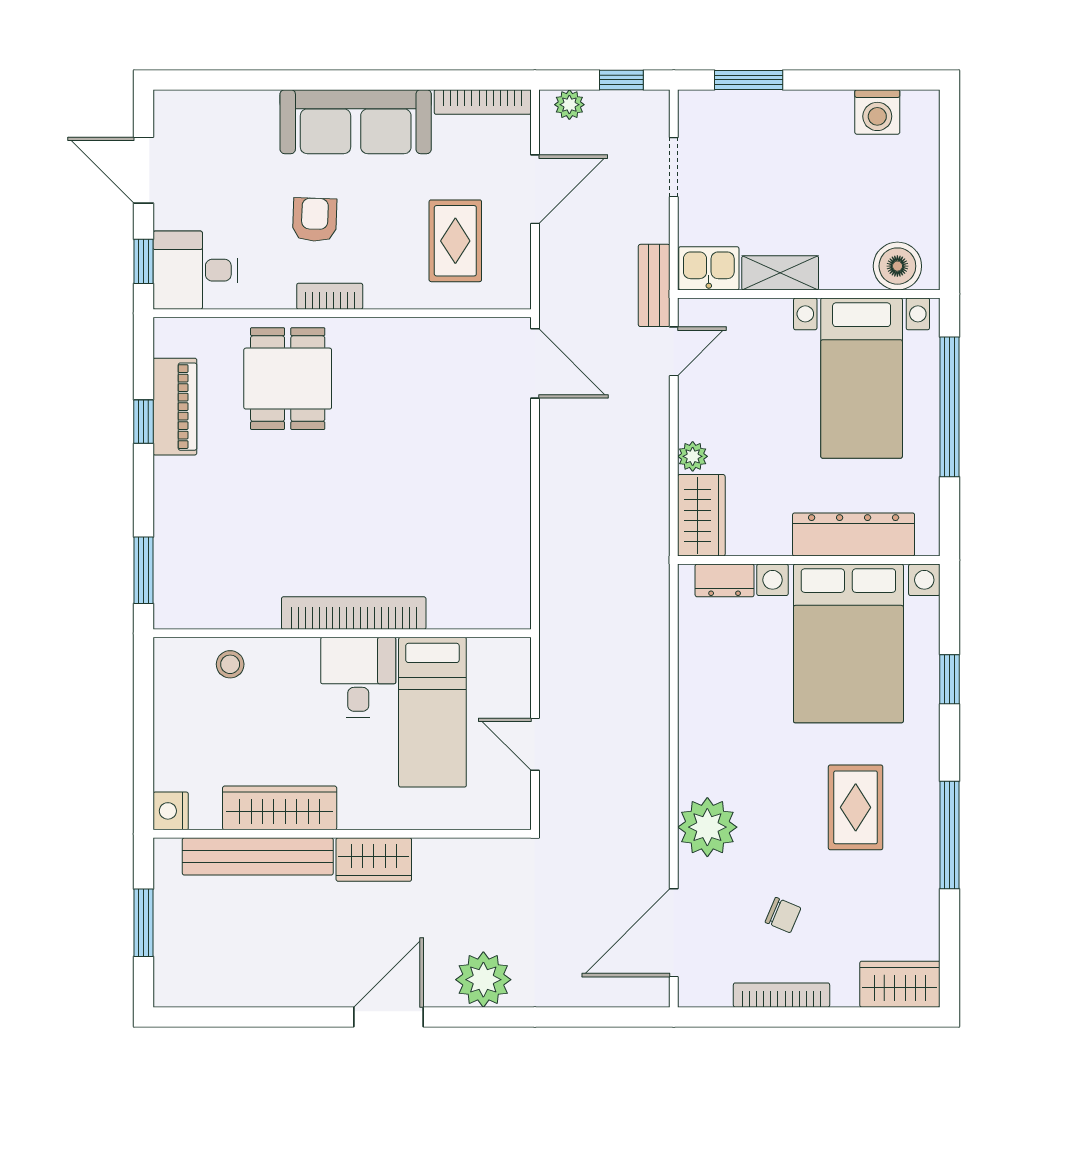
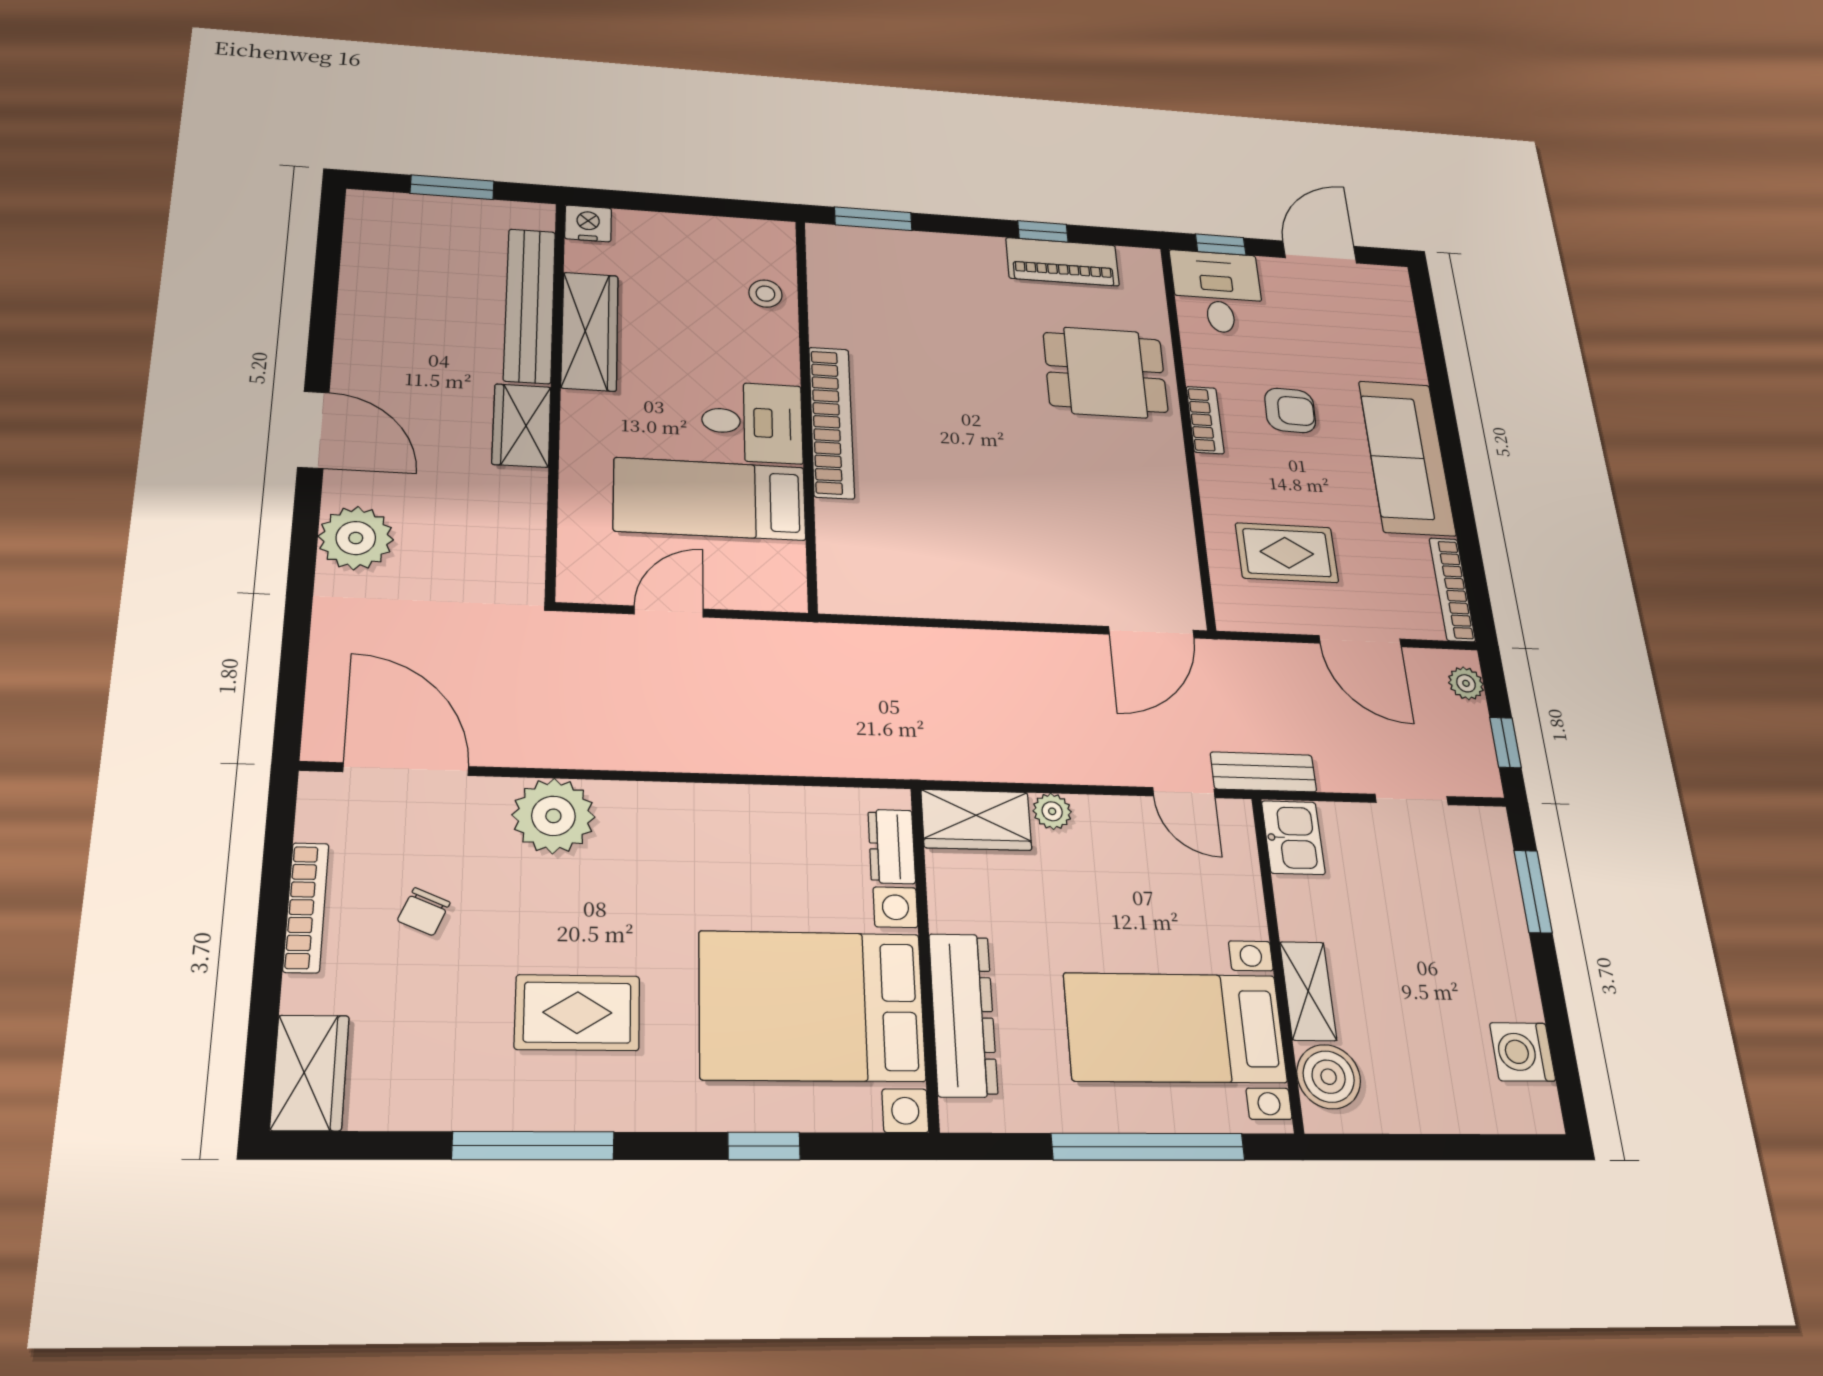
shelving: (780, 273) -> (1308, 991), moved

